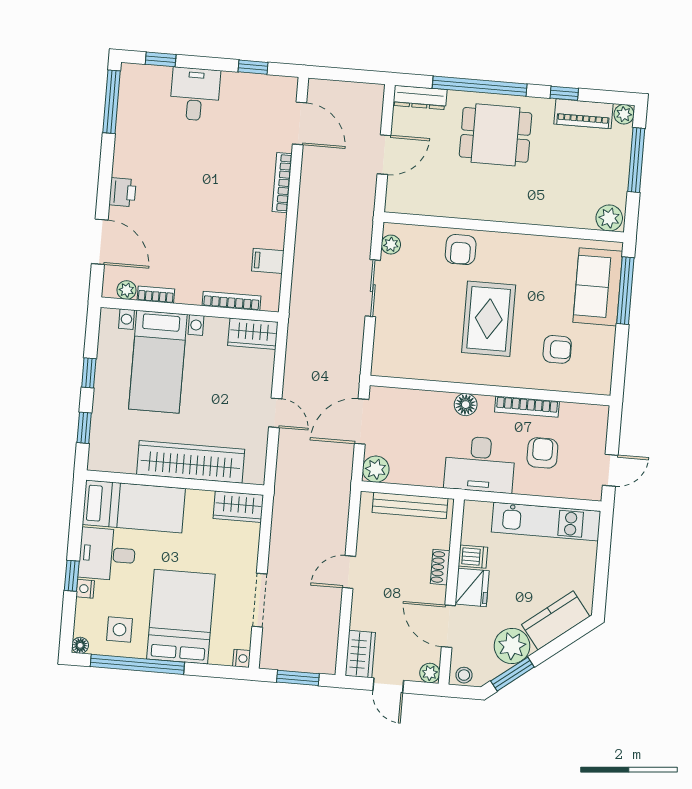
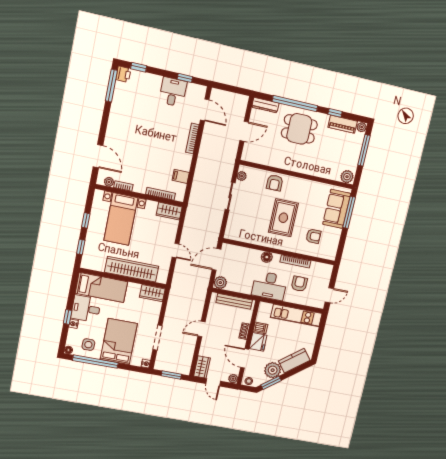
desk: (195, 94) -> (173, 92), moved
printer: (123, 192) -> (123, 74), moved

